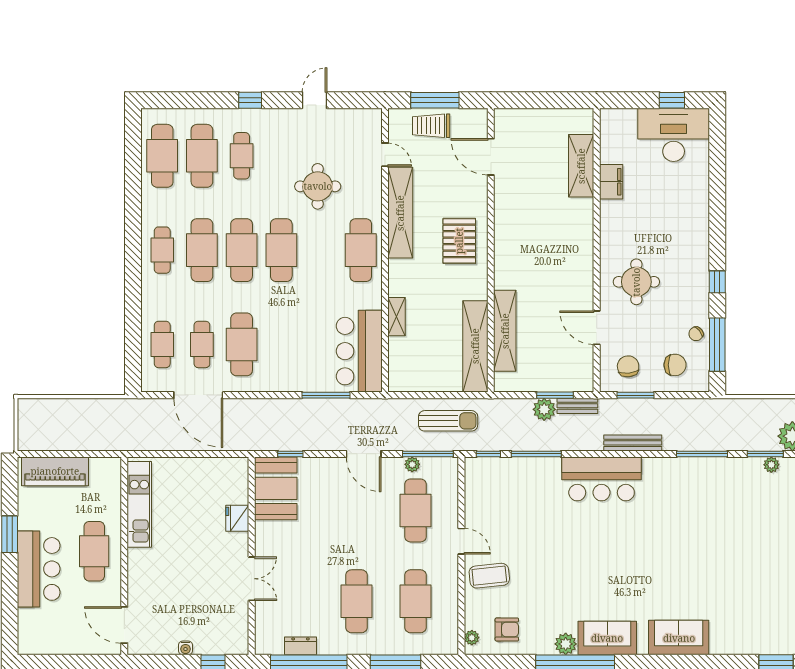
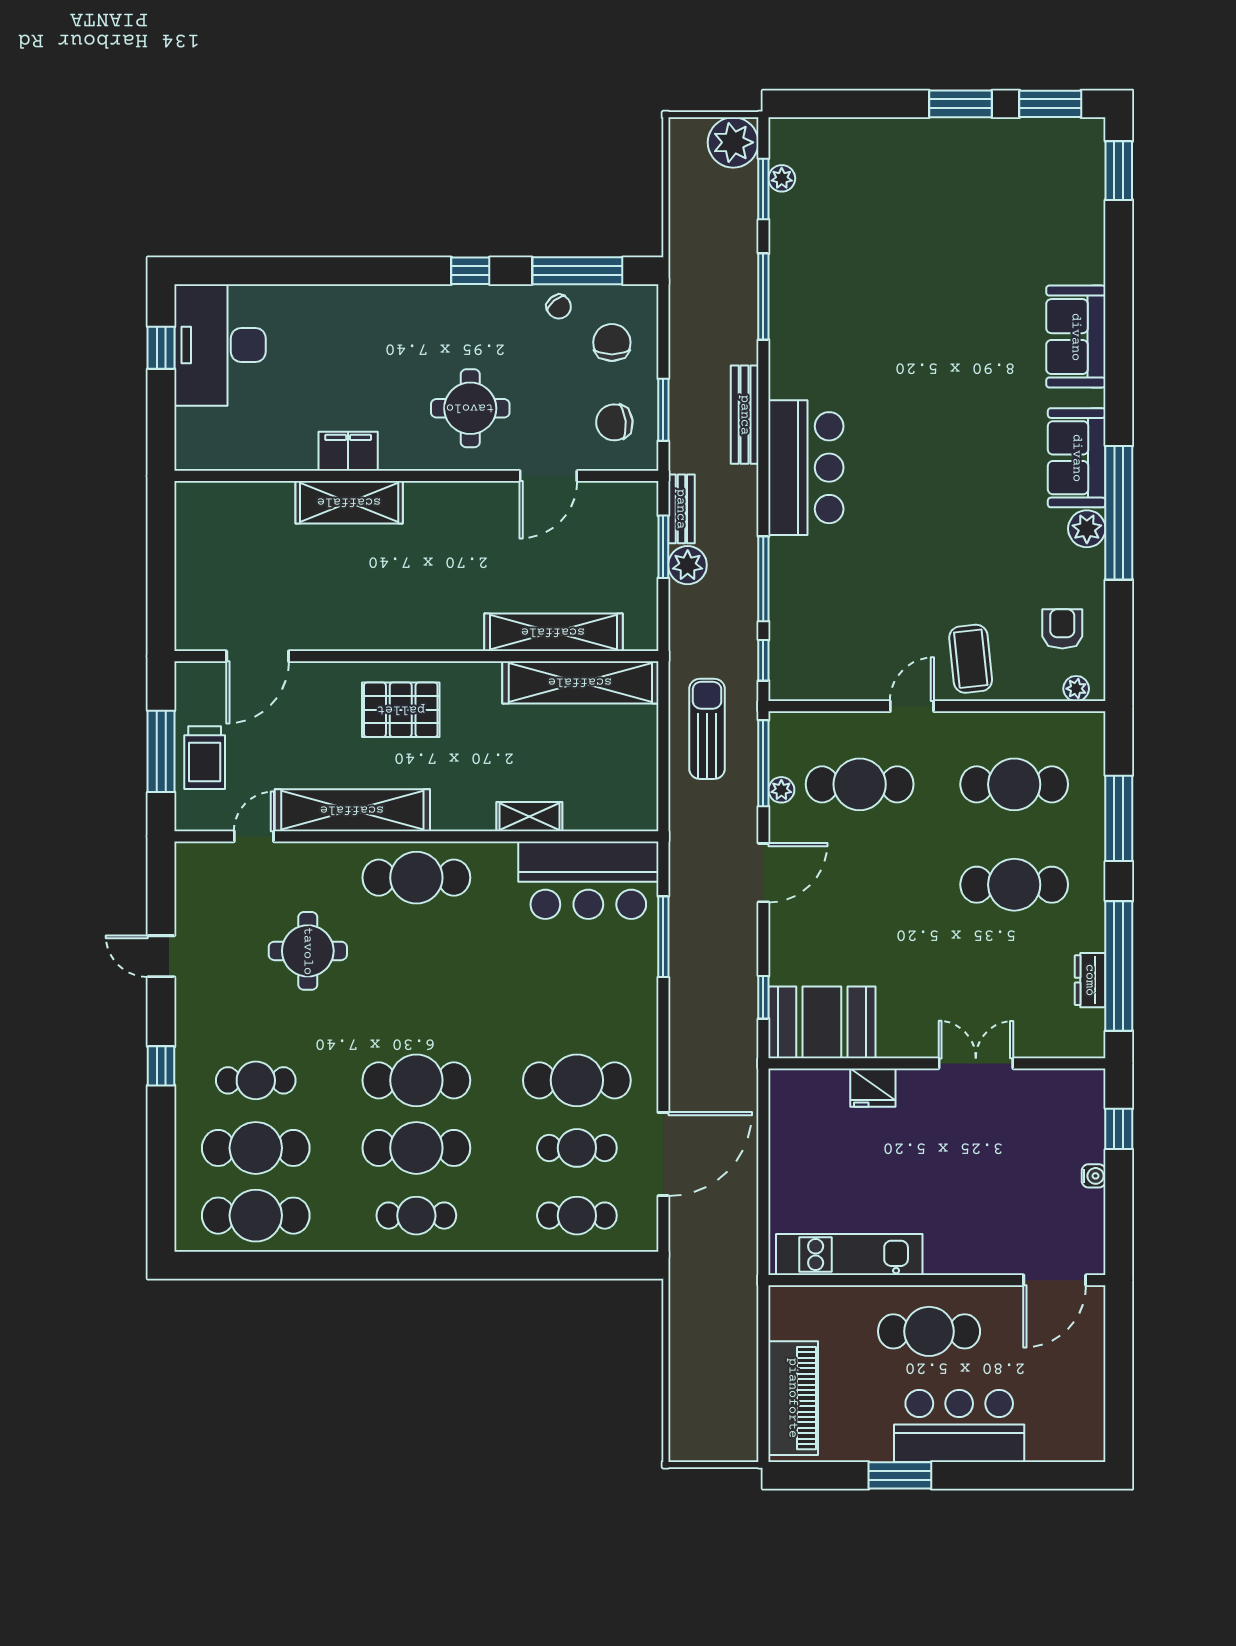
shelving: (581, 166) -> (349, 502), moved
filing cabinet: (611, 182) -> (348, 451), moved
cafe table: (281, 250) -> (416, 1013), removed

